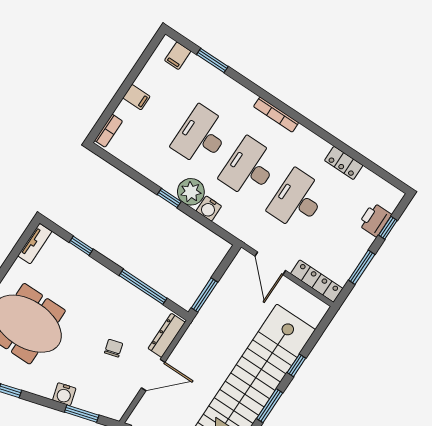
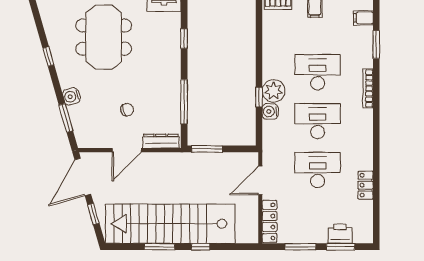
bookcase: (276, 115) -> (368, 88), moved
window: (169, 198) -> (259, 97), moved
window: (388, 228) -> (340, 247), width x1.50
door: (153, 375) -> (127, 150), hinge flipped

